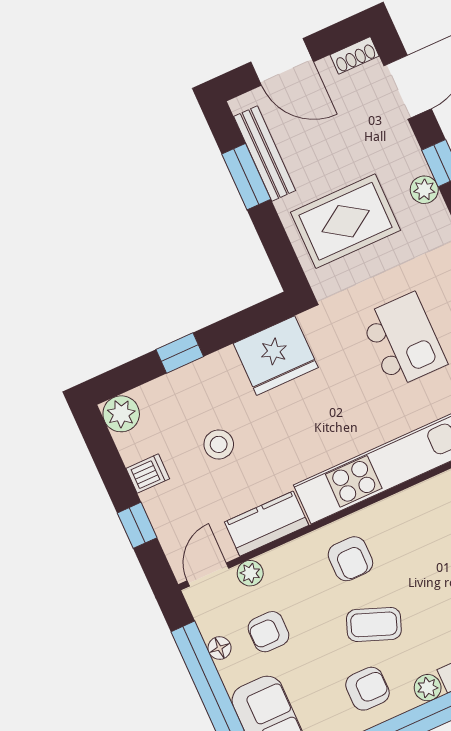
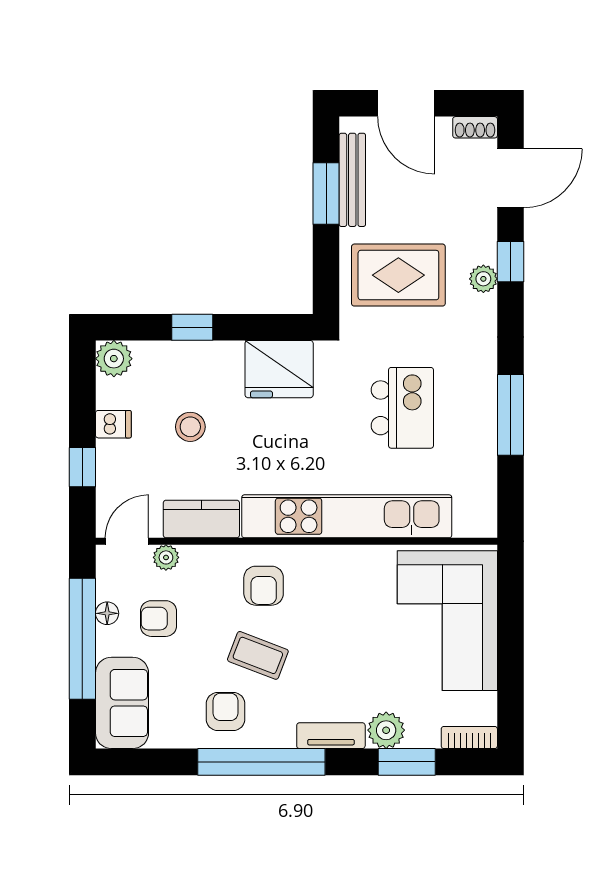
plant: (428, 688) -> (281, 735), removed
armchair: (367, 689) -> (225, 711), turned -90

